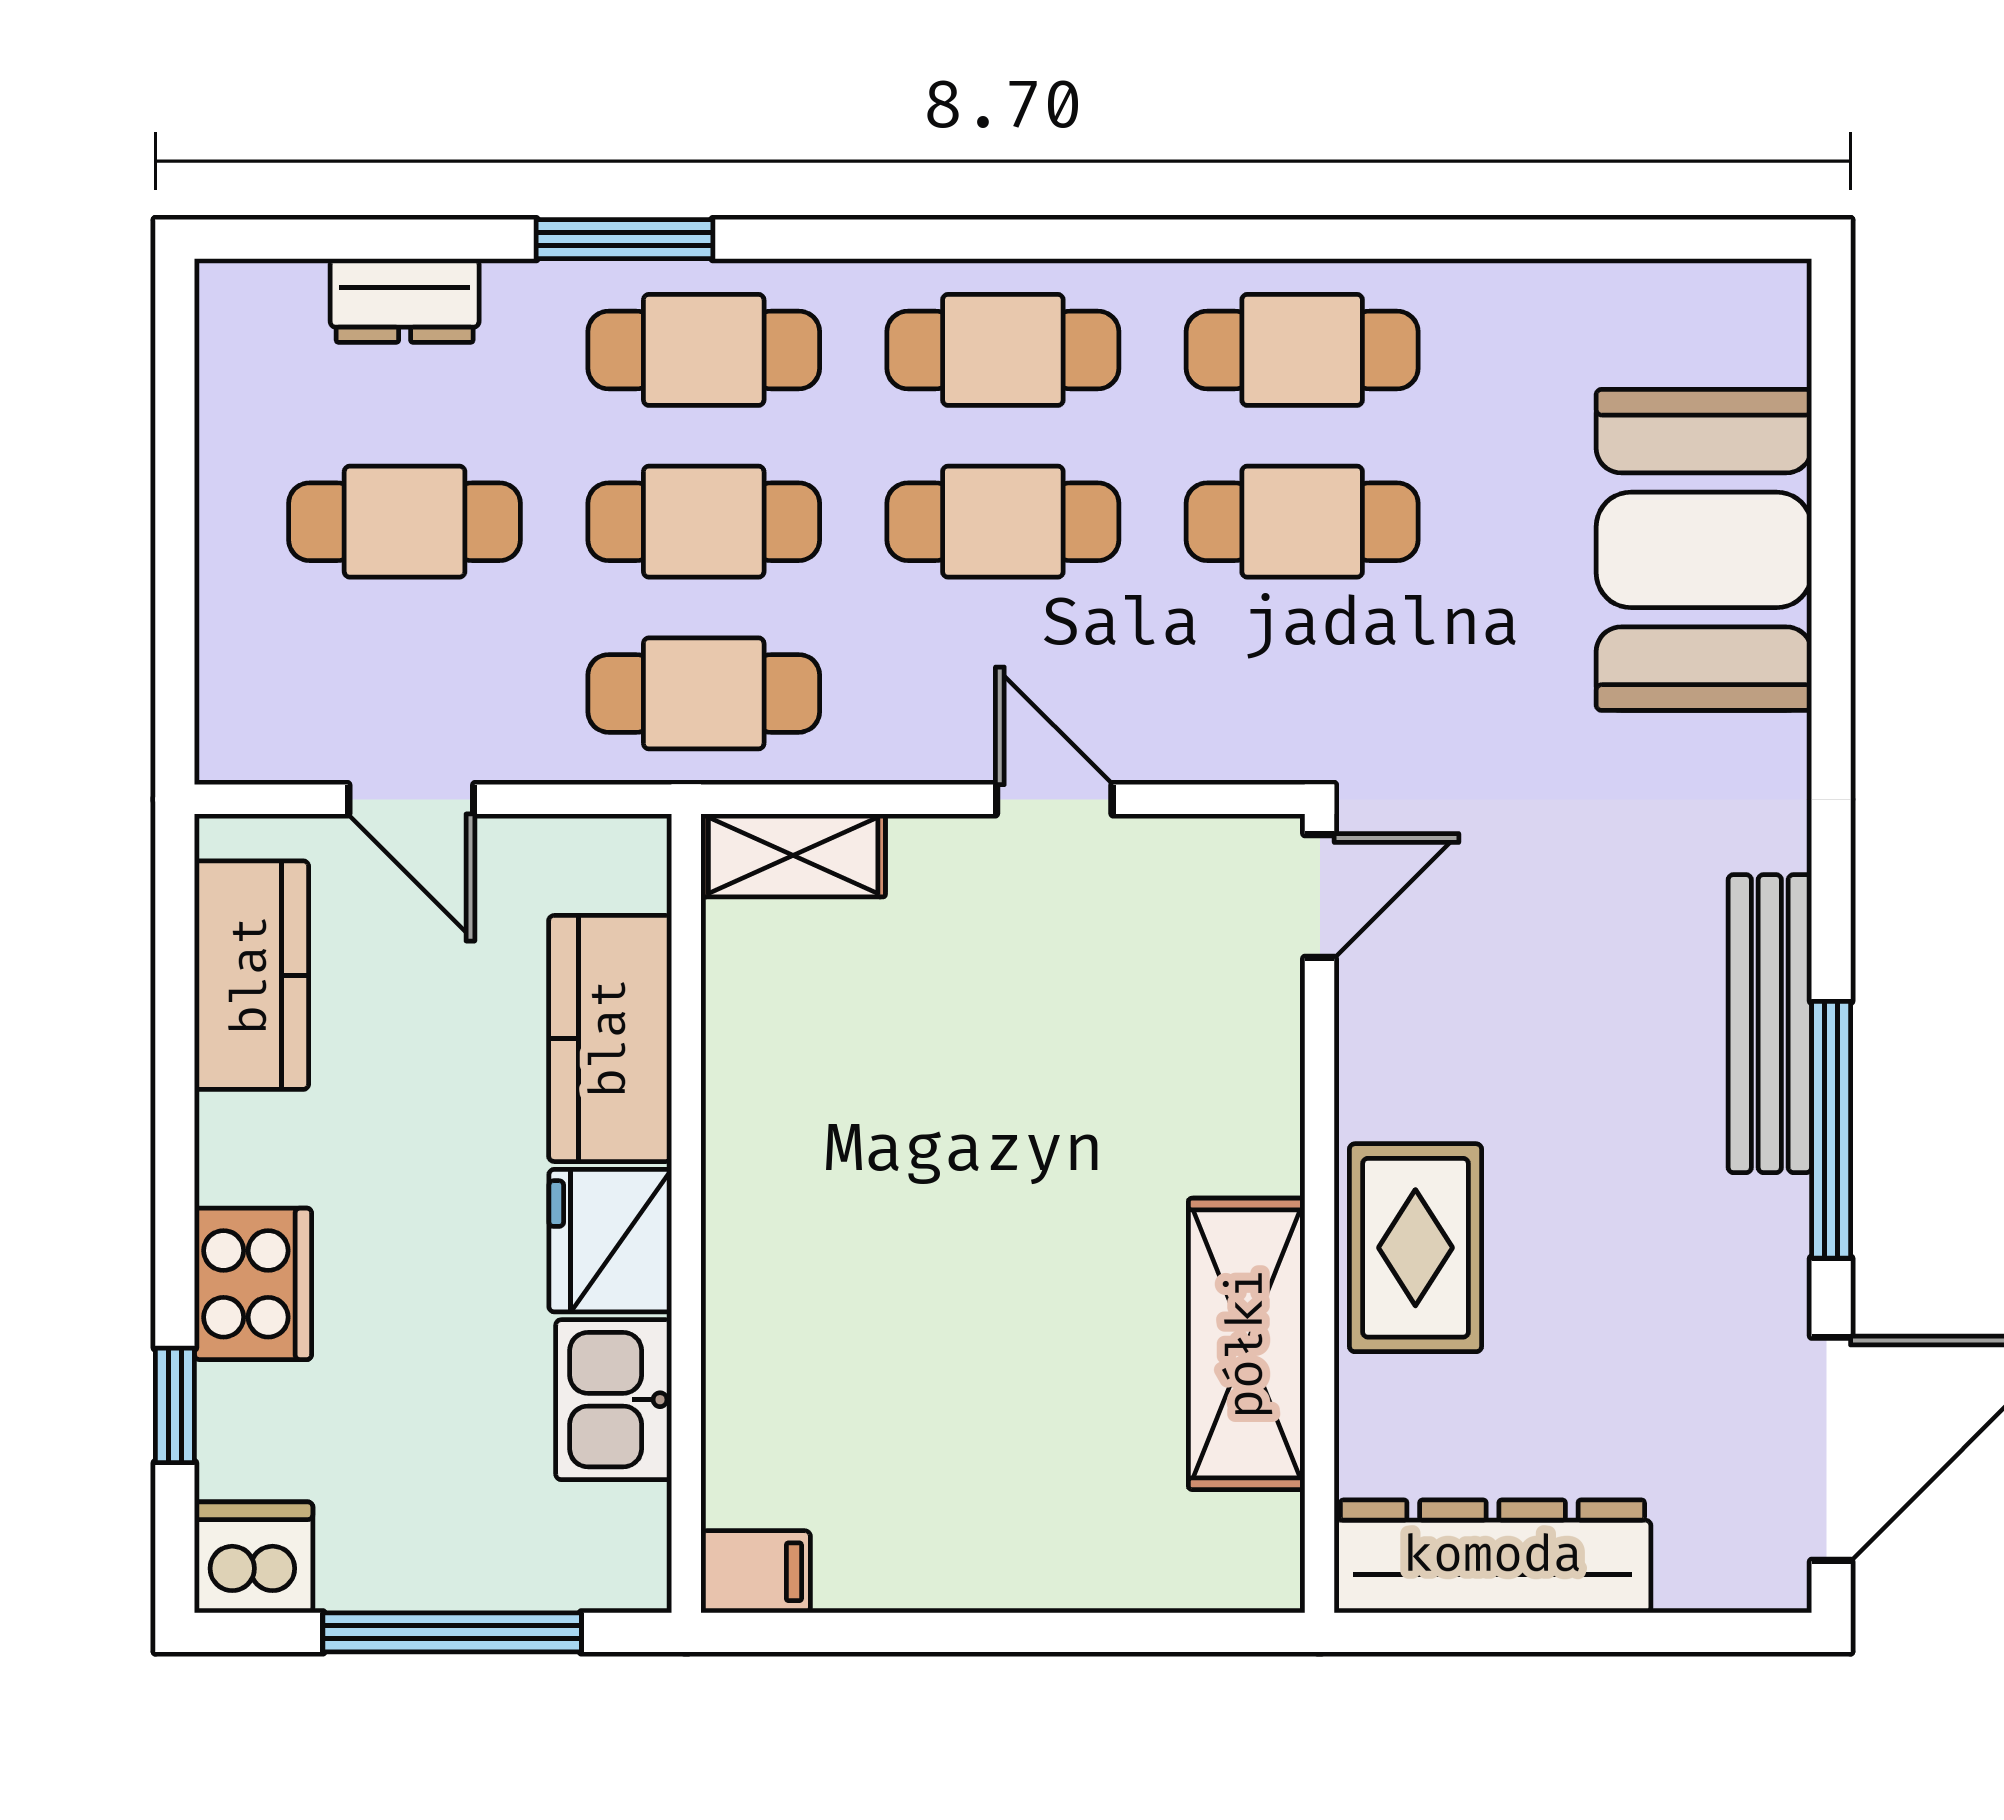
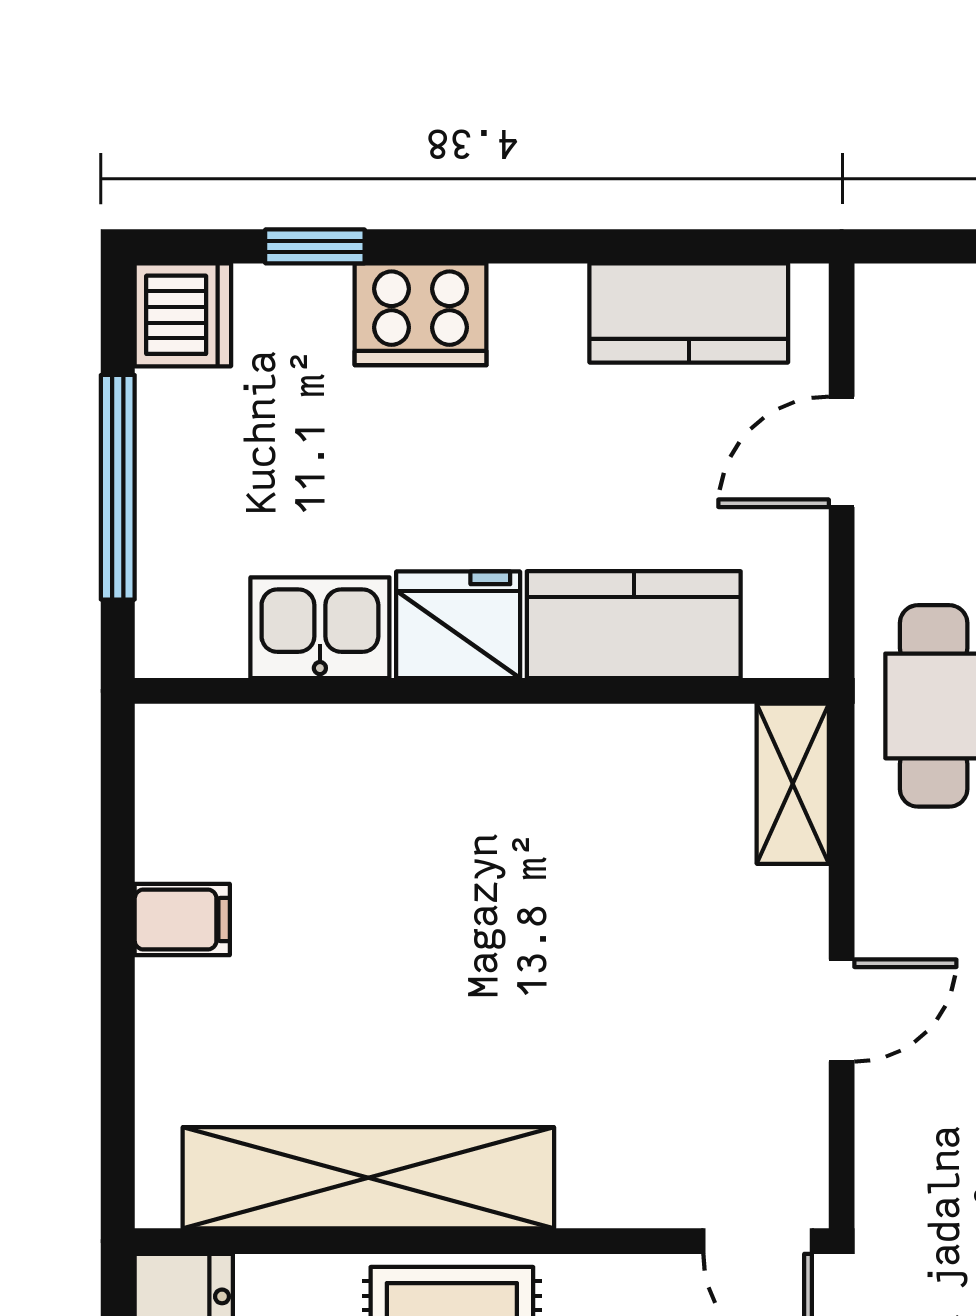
shelving: (1247, 1344) -> (368, 1178), width x1.47
filing cabinet: (756, 1572) -> (182, 920), moved, turned -90

